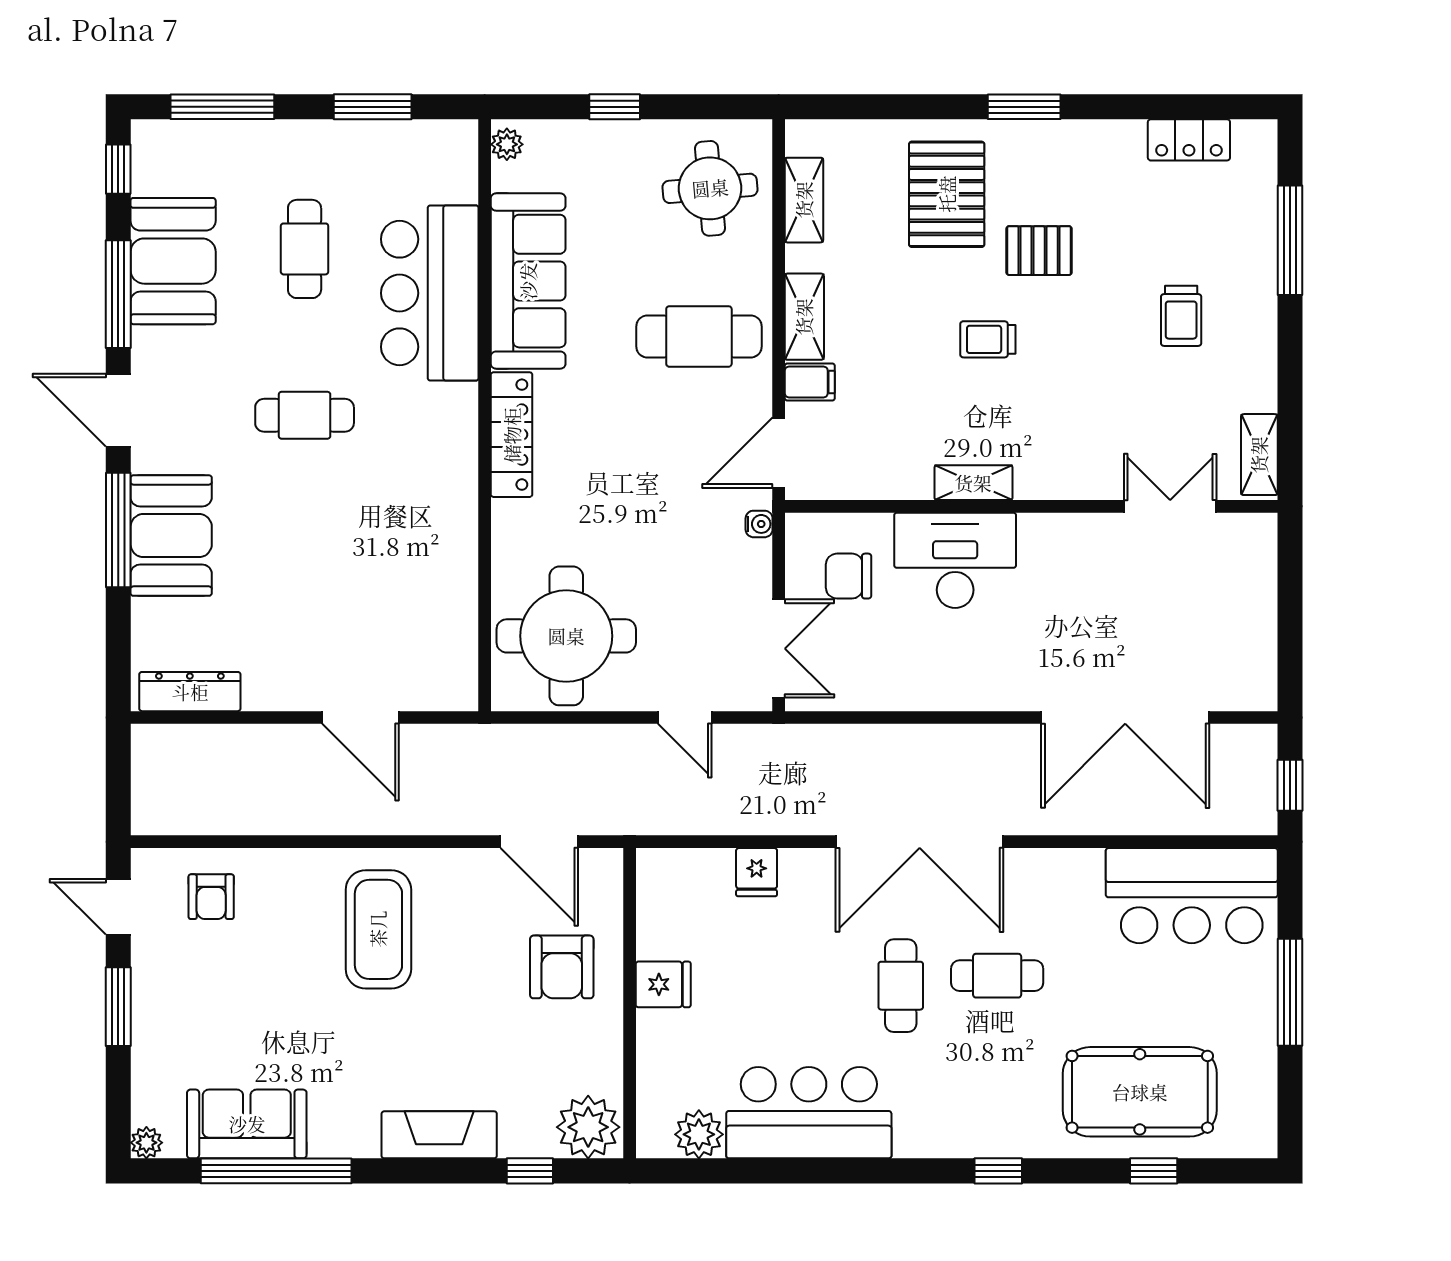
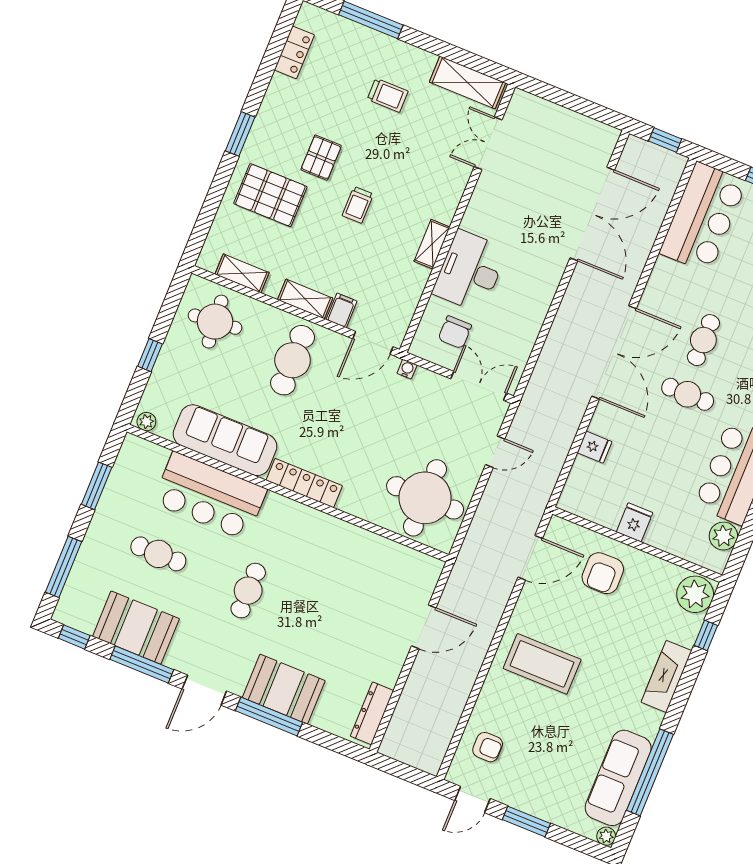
door: (779, 453) -> (373, 343), hinge flipped
shelving: (1259, 455) -> (467, 82), width x1.50, depth x1.33
armchair: (562, 967) -> (603, 573), turned 89
sofa: (247, 1124) -> (618, 778), width x1.36

